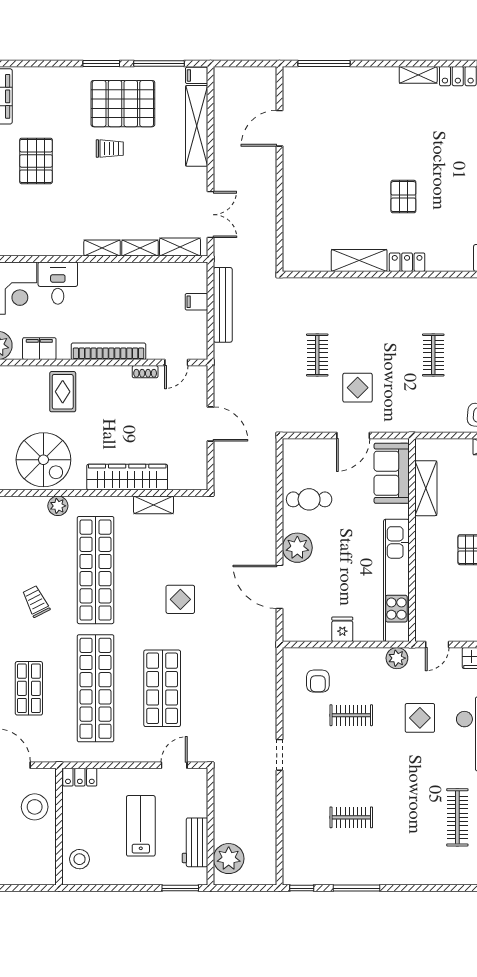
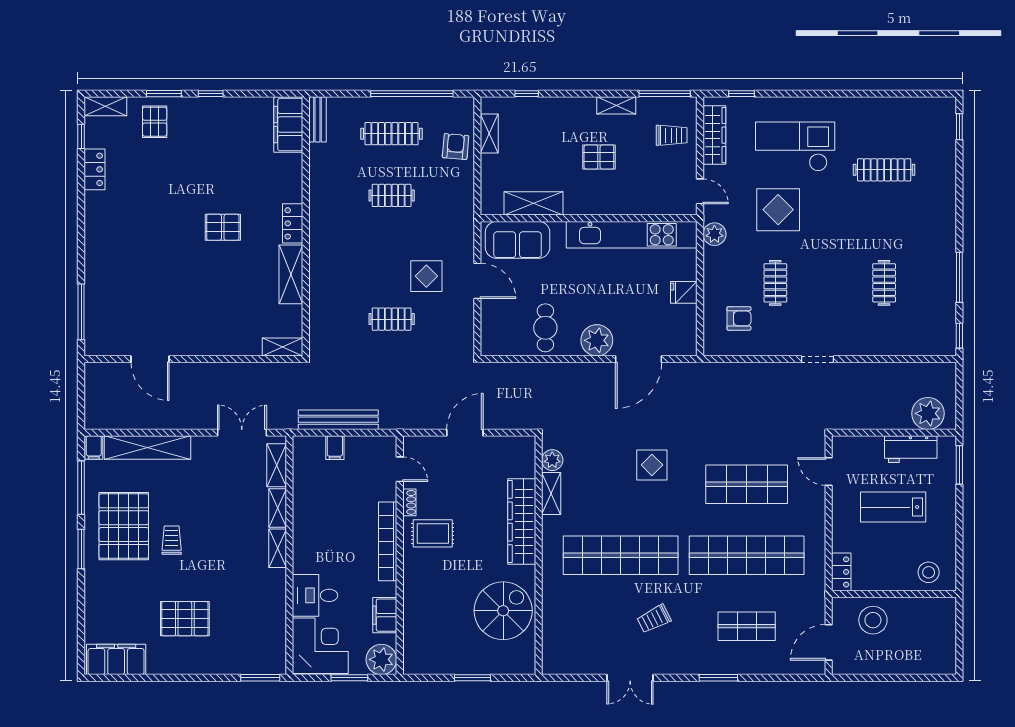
shelving: (418, 75) -> (283, 347), moved, turned 90
rug: (63, 392) -> (433, 533), moved
plant: (58, 506) -> (552, 460), moved
display table: (420, 718) -> (778, 210), width x1.36, depth x1.36

